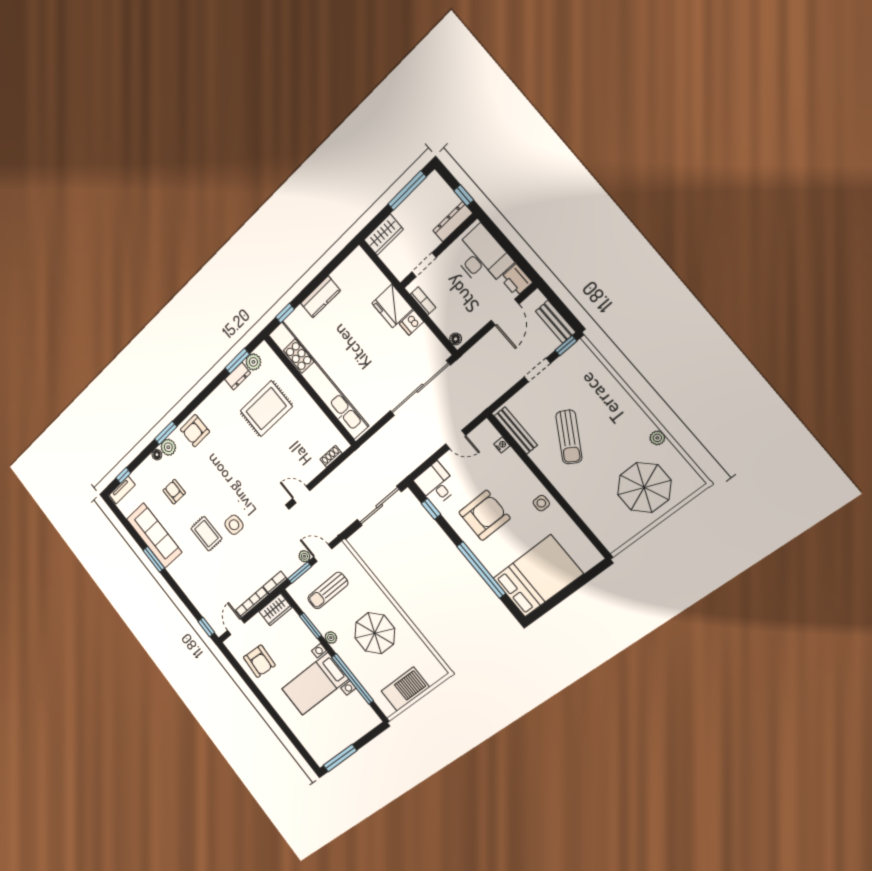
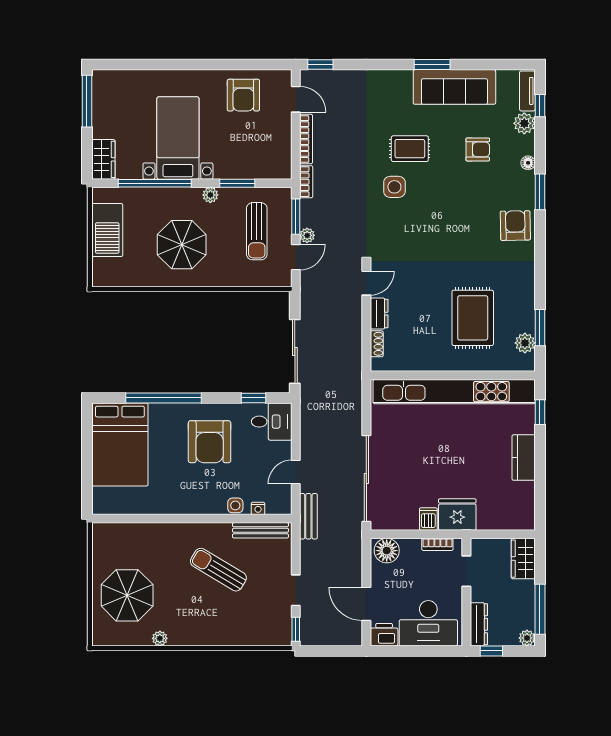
plant: (434, 180) -> (527, 638), added
bench: (555, 322) -> (308, 516), moved, turned 90
floor lamp: (456, 339) -> (387, 551), width x1.89, depth x1.89
dresser: (238, 376) -> (379, 314), moved, turned 180
plant: (168, 447) -> (524, 123), moved
side table: (541, 503) -> (235, 505), moved
sun lounger: (328, 591) -> (257, 231), turned 180
wardrobe: (275, 610) -> (103, 159), moved, turned 180
armchair: (259, 661) -> (243, 95), turned -94

